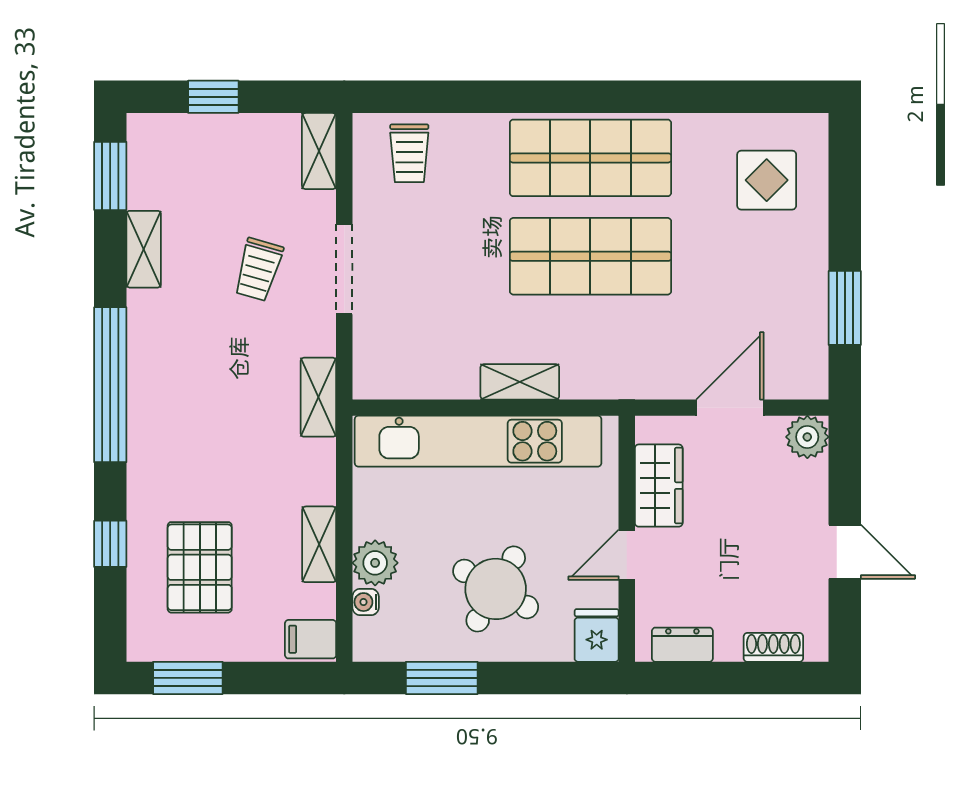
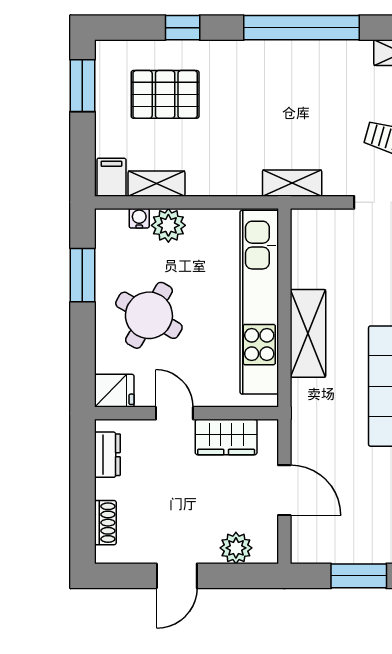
shelving: (520, 382) -> (308, 333), width x1.50, depth x1.33
plant: (807, 437) -> (236, 548), moved
shelving: (319, 544) -> (156, 184), moved

